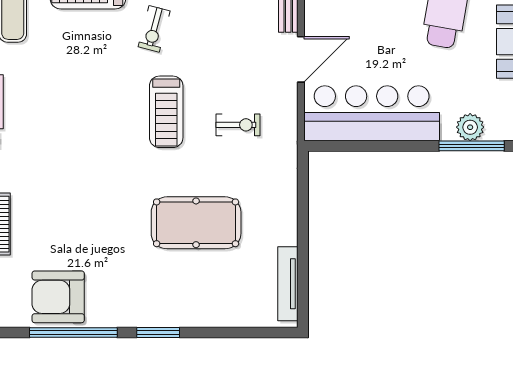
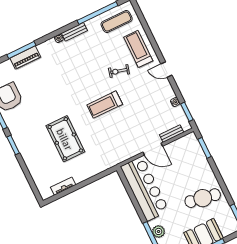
exercise bike: (154, 29) -> (119, 71), moved
exercise bike: (238, 125) -> (114, 136), removed
tv unit: (288, 284) -> (63, 186), width x0.71

